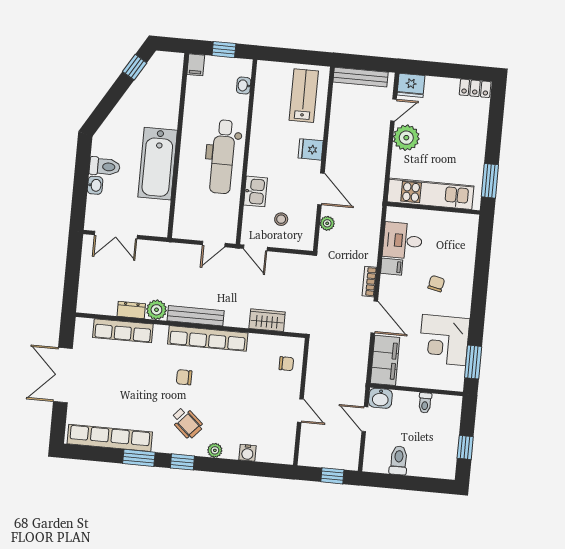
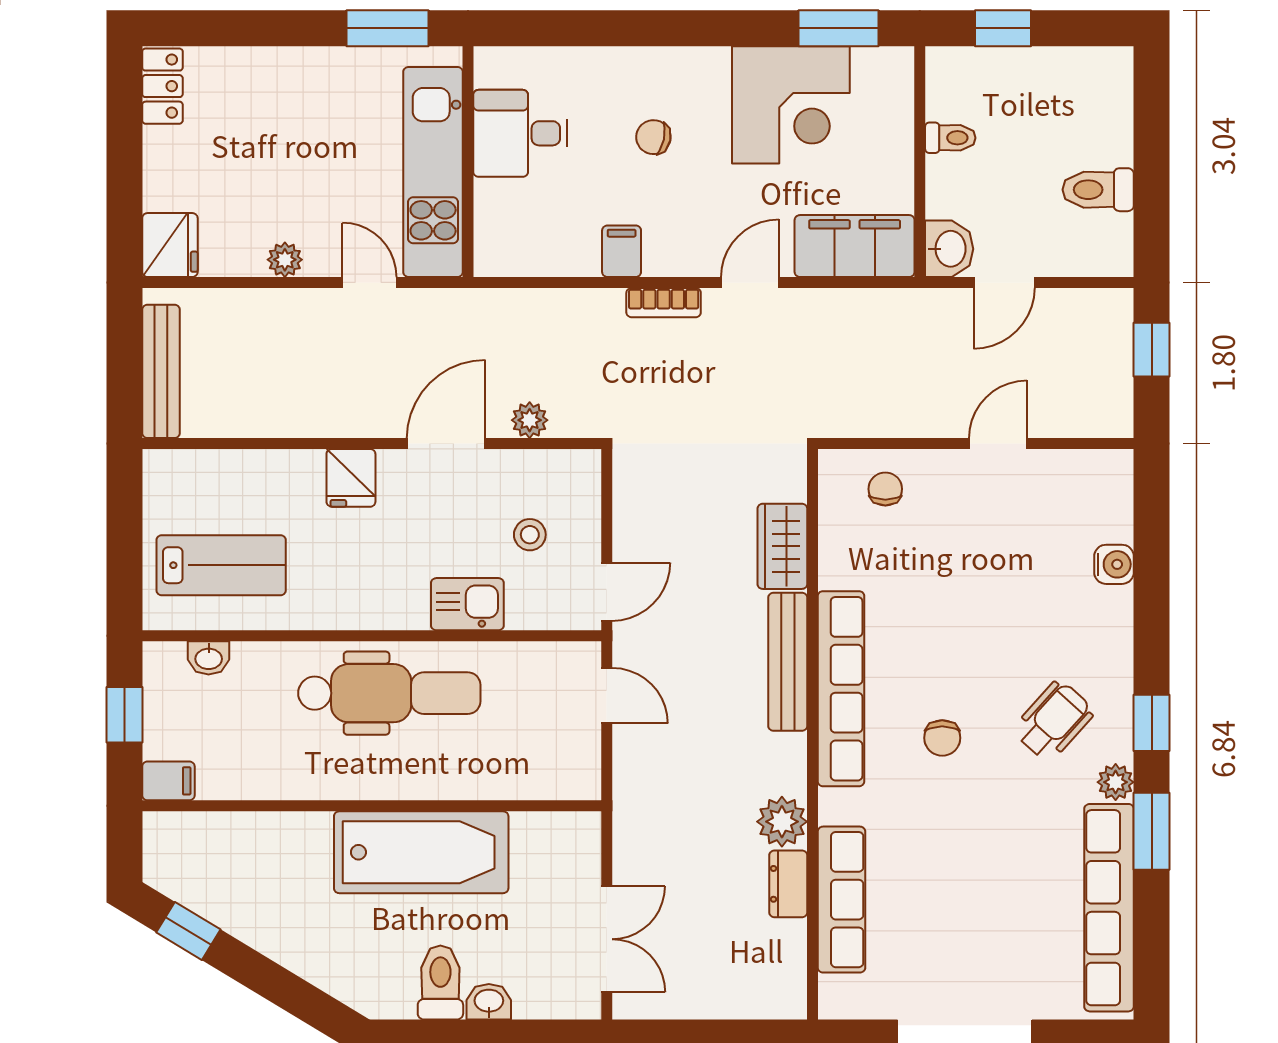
lab bench: (304, 96) -> (221, 565), moved, turned 180
door: (393, 110) -> (369, 282), moved
plant: (406, 138) -> (285, 260), width x0.53, depth x0.53
desk: (403, 241) -> (520, 133), moved, turned 90
bench: (196, 316) -> (788, 662), moved
door: (374, 317) -> (750, 282), width x0.73
window: (465, 447) -> (1003, 28), moved
plant: (215, 450) -> (1116, 782), moved

